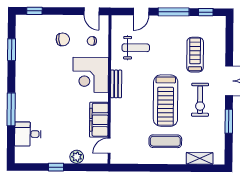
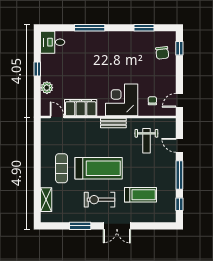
chair: (63, 39) -> (162, 53), moved
treadmill: (166, 101) -> (99, 168), turned 180
desk: (28, 134) -> (53, 42), moved, turned -90

